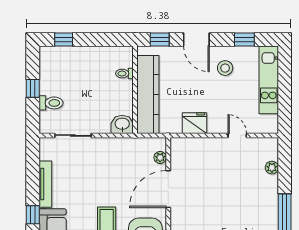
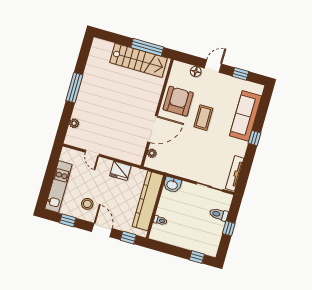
tv unit: (45, 184) -> (235, 173), moved

